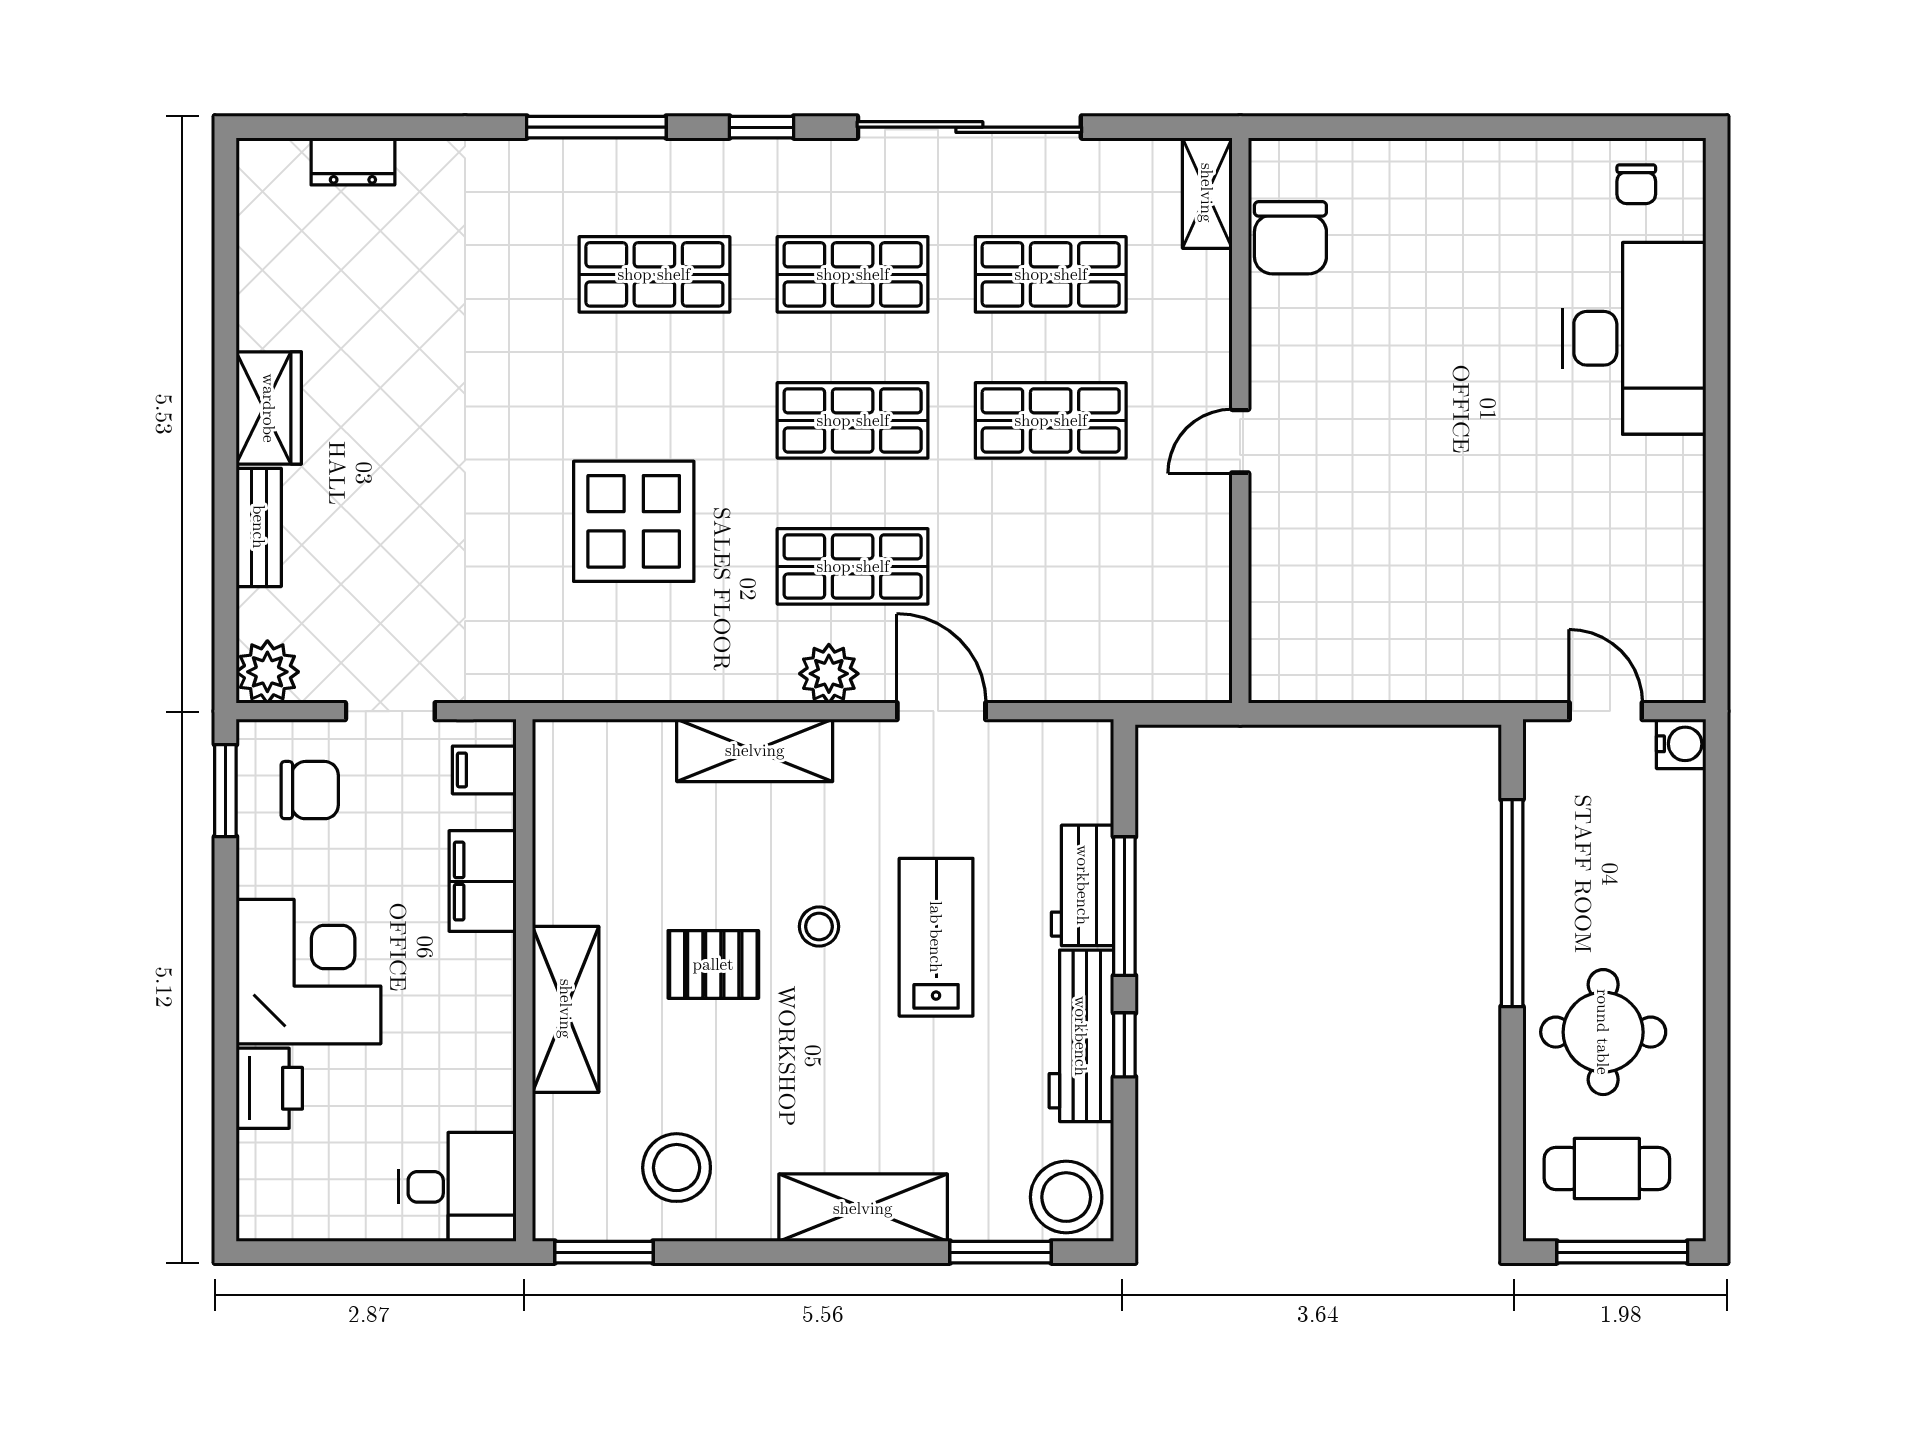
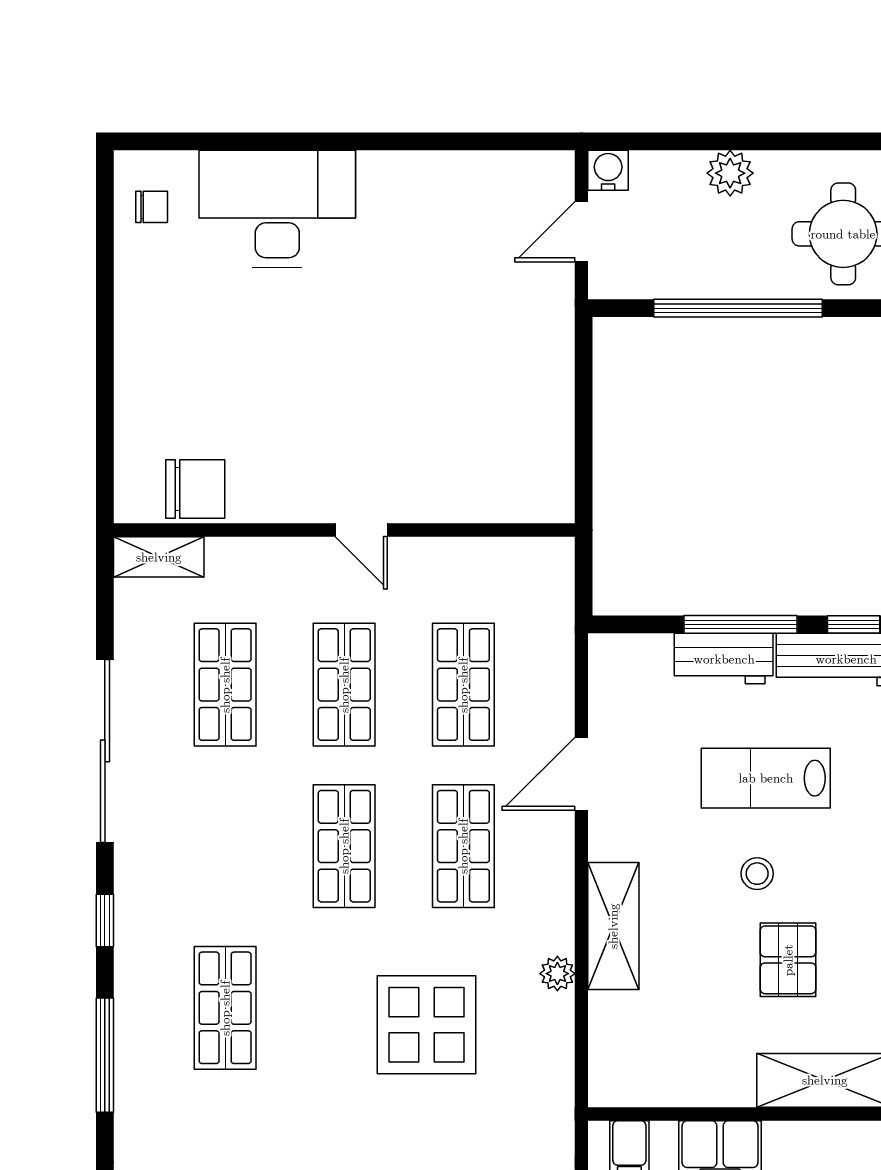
shop shelf: (853, 274) -> (463, 685), moved
plant: (829, 674) -> (557, 974), moved, width x0.73, depth x0.73
plant: (1678, 893) -> (730, 173), added

